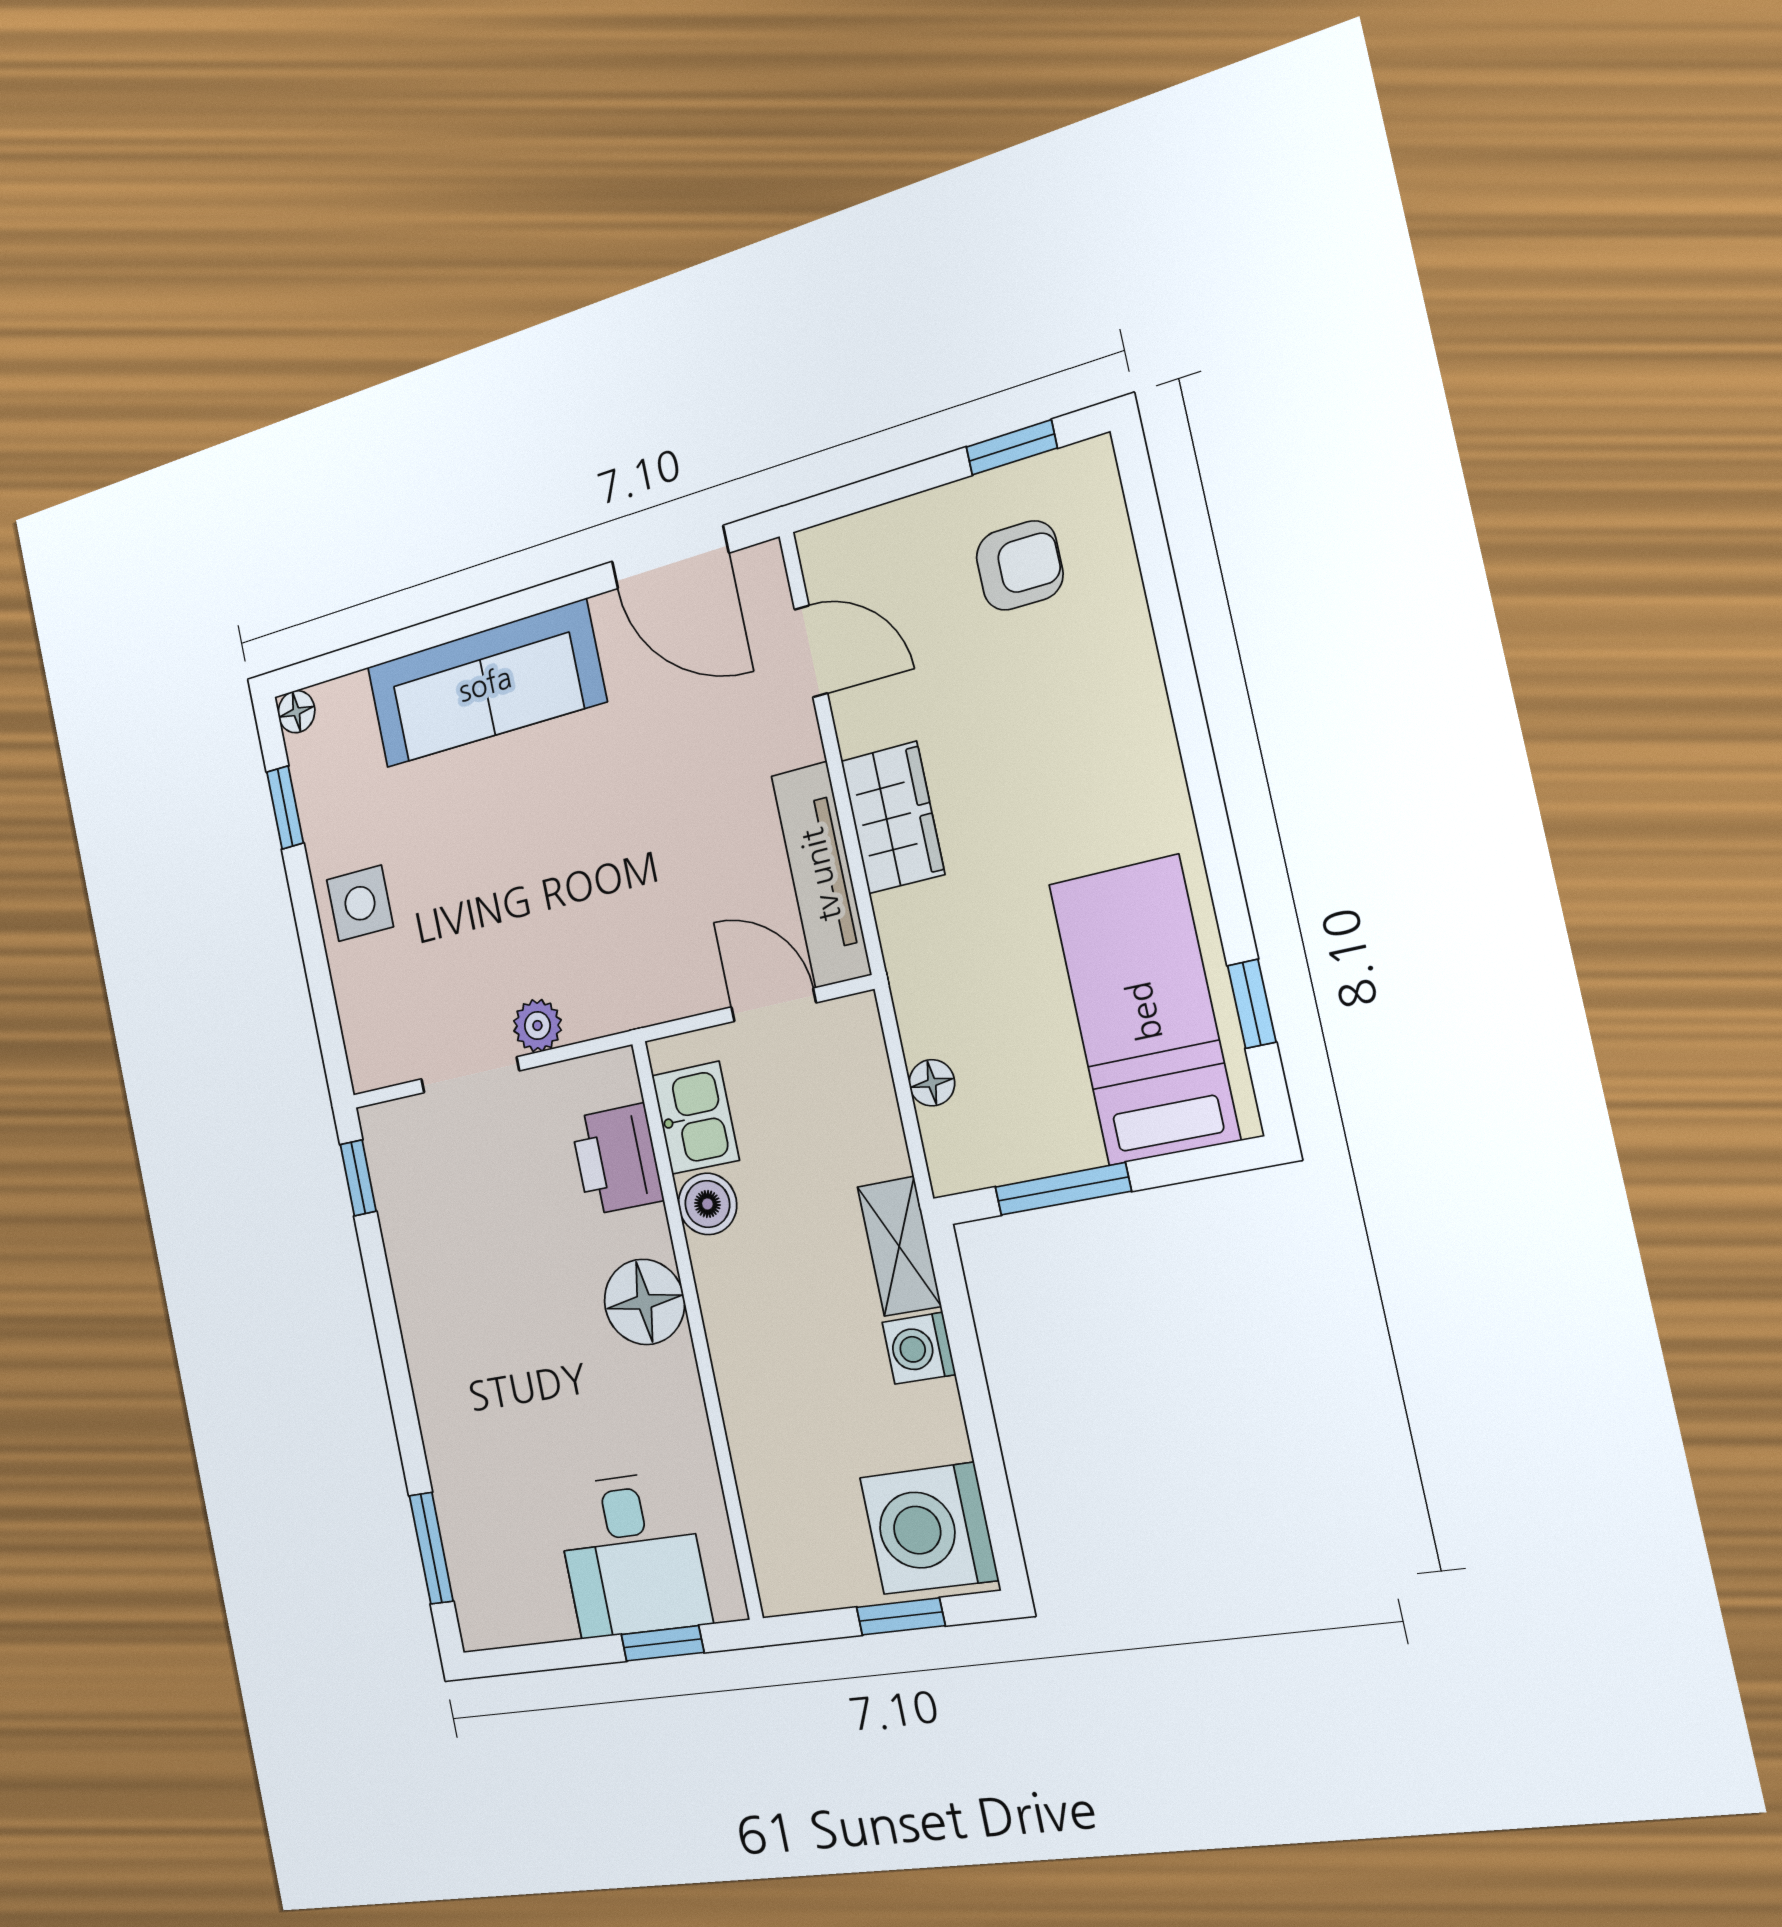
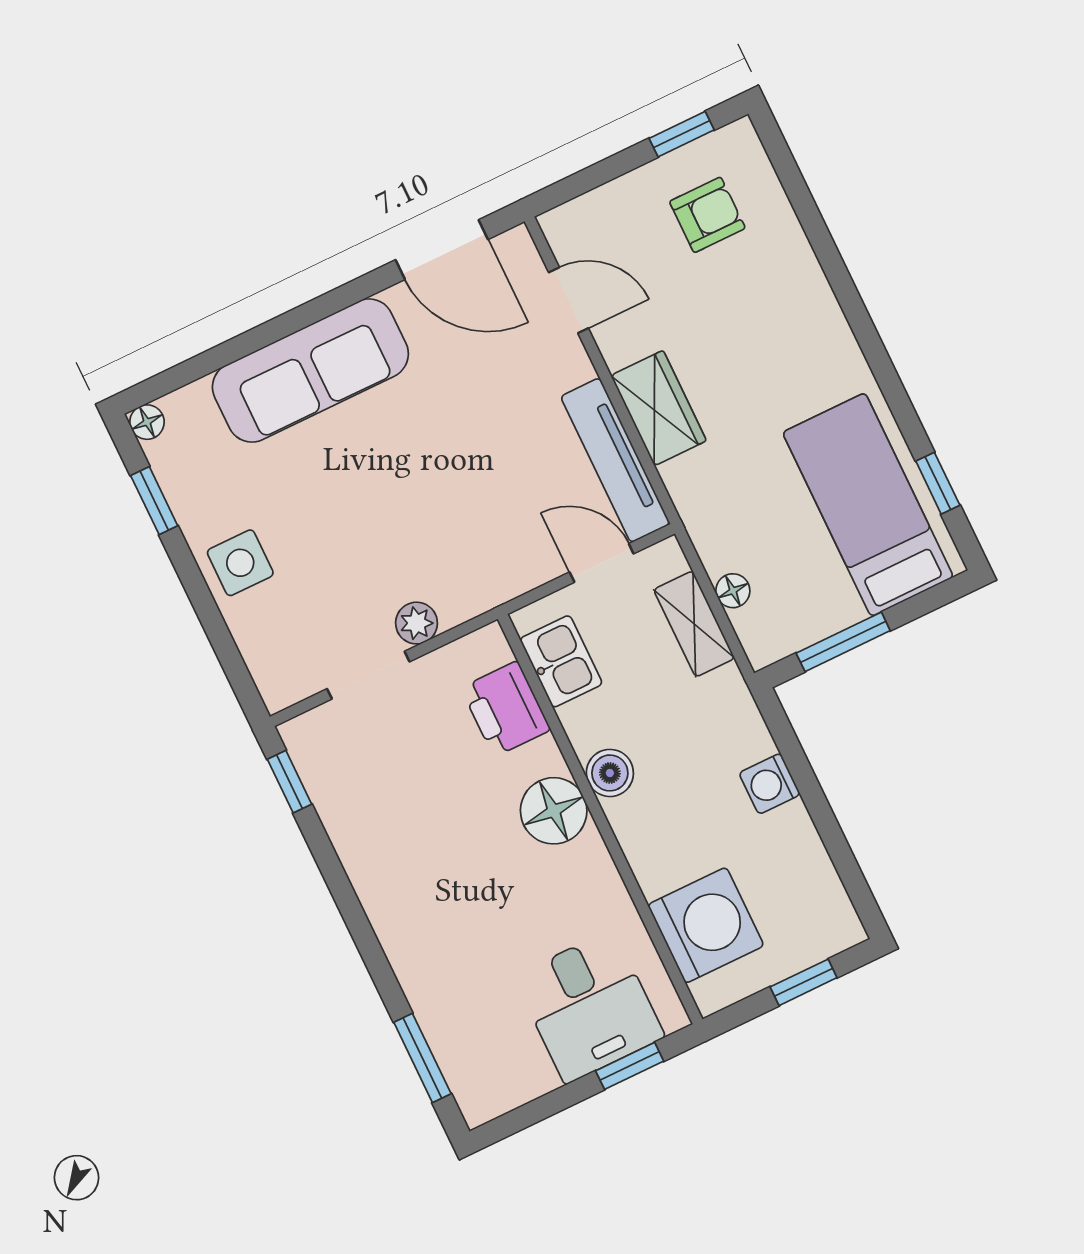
boiler: (707, 1204) -> (610, 773), moved
shelving: (899, 1246) -> (694, 624), moved
washing machine: (929, 1529) -> (706, 925), moved, turned 180

